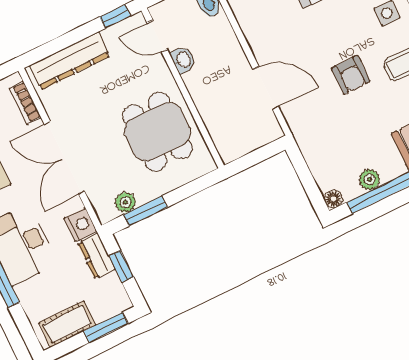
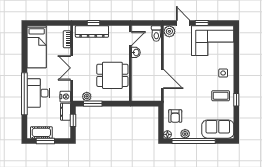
window: (115, 16) -> (93, 23), moved
door: (157, 36) -> (130, 38), swing flipped
armchair: (351, 75) -> (175, 116), moved
dining table: (157, 132) -> (112, 75), turned 90
double door: (64, 158) -> (72, 68), width x0.73
window: (106, 327) -> (45, 141), moved

